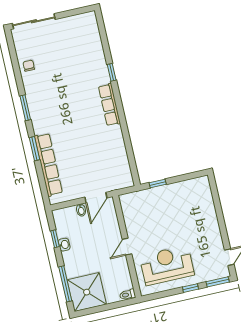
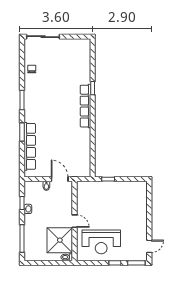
row of seats: (109, 105) -> (85, 106), width x1.36
door: (96, 198) -> (60, 179), swing flipped
door: (127, 247) -> (75, 221), swing flipped
reception desk: (167, 265) -> (101, 242), turned 180
shower: (87, 292) -> (60, 240), moved

